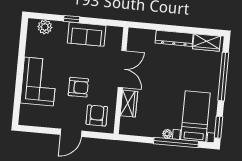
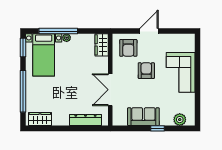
dresser: (174, 38) -> (85, 120), moved
armchair: (78, 87) -> (146, 71), turned 90
wardrobe: (129, 104) -> (102, 45), moved

